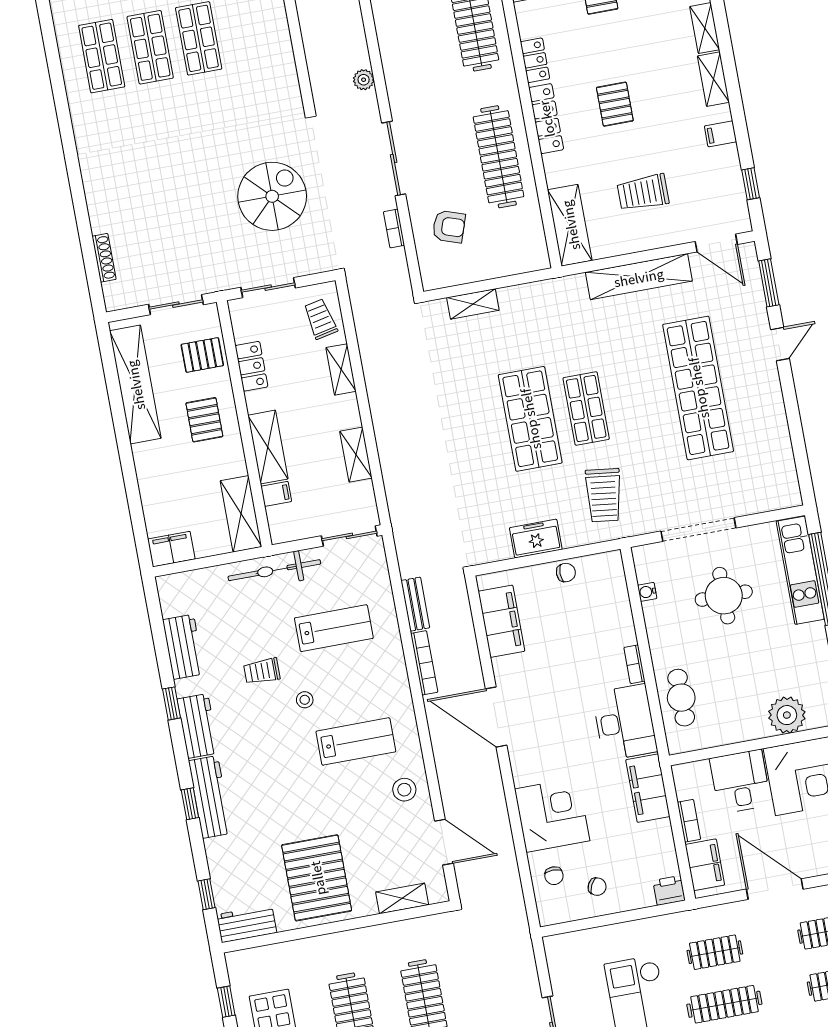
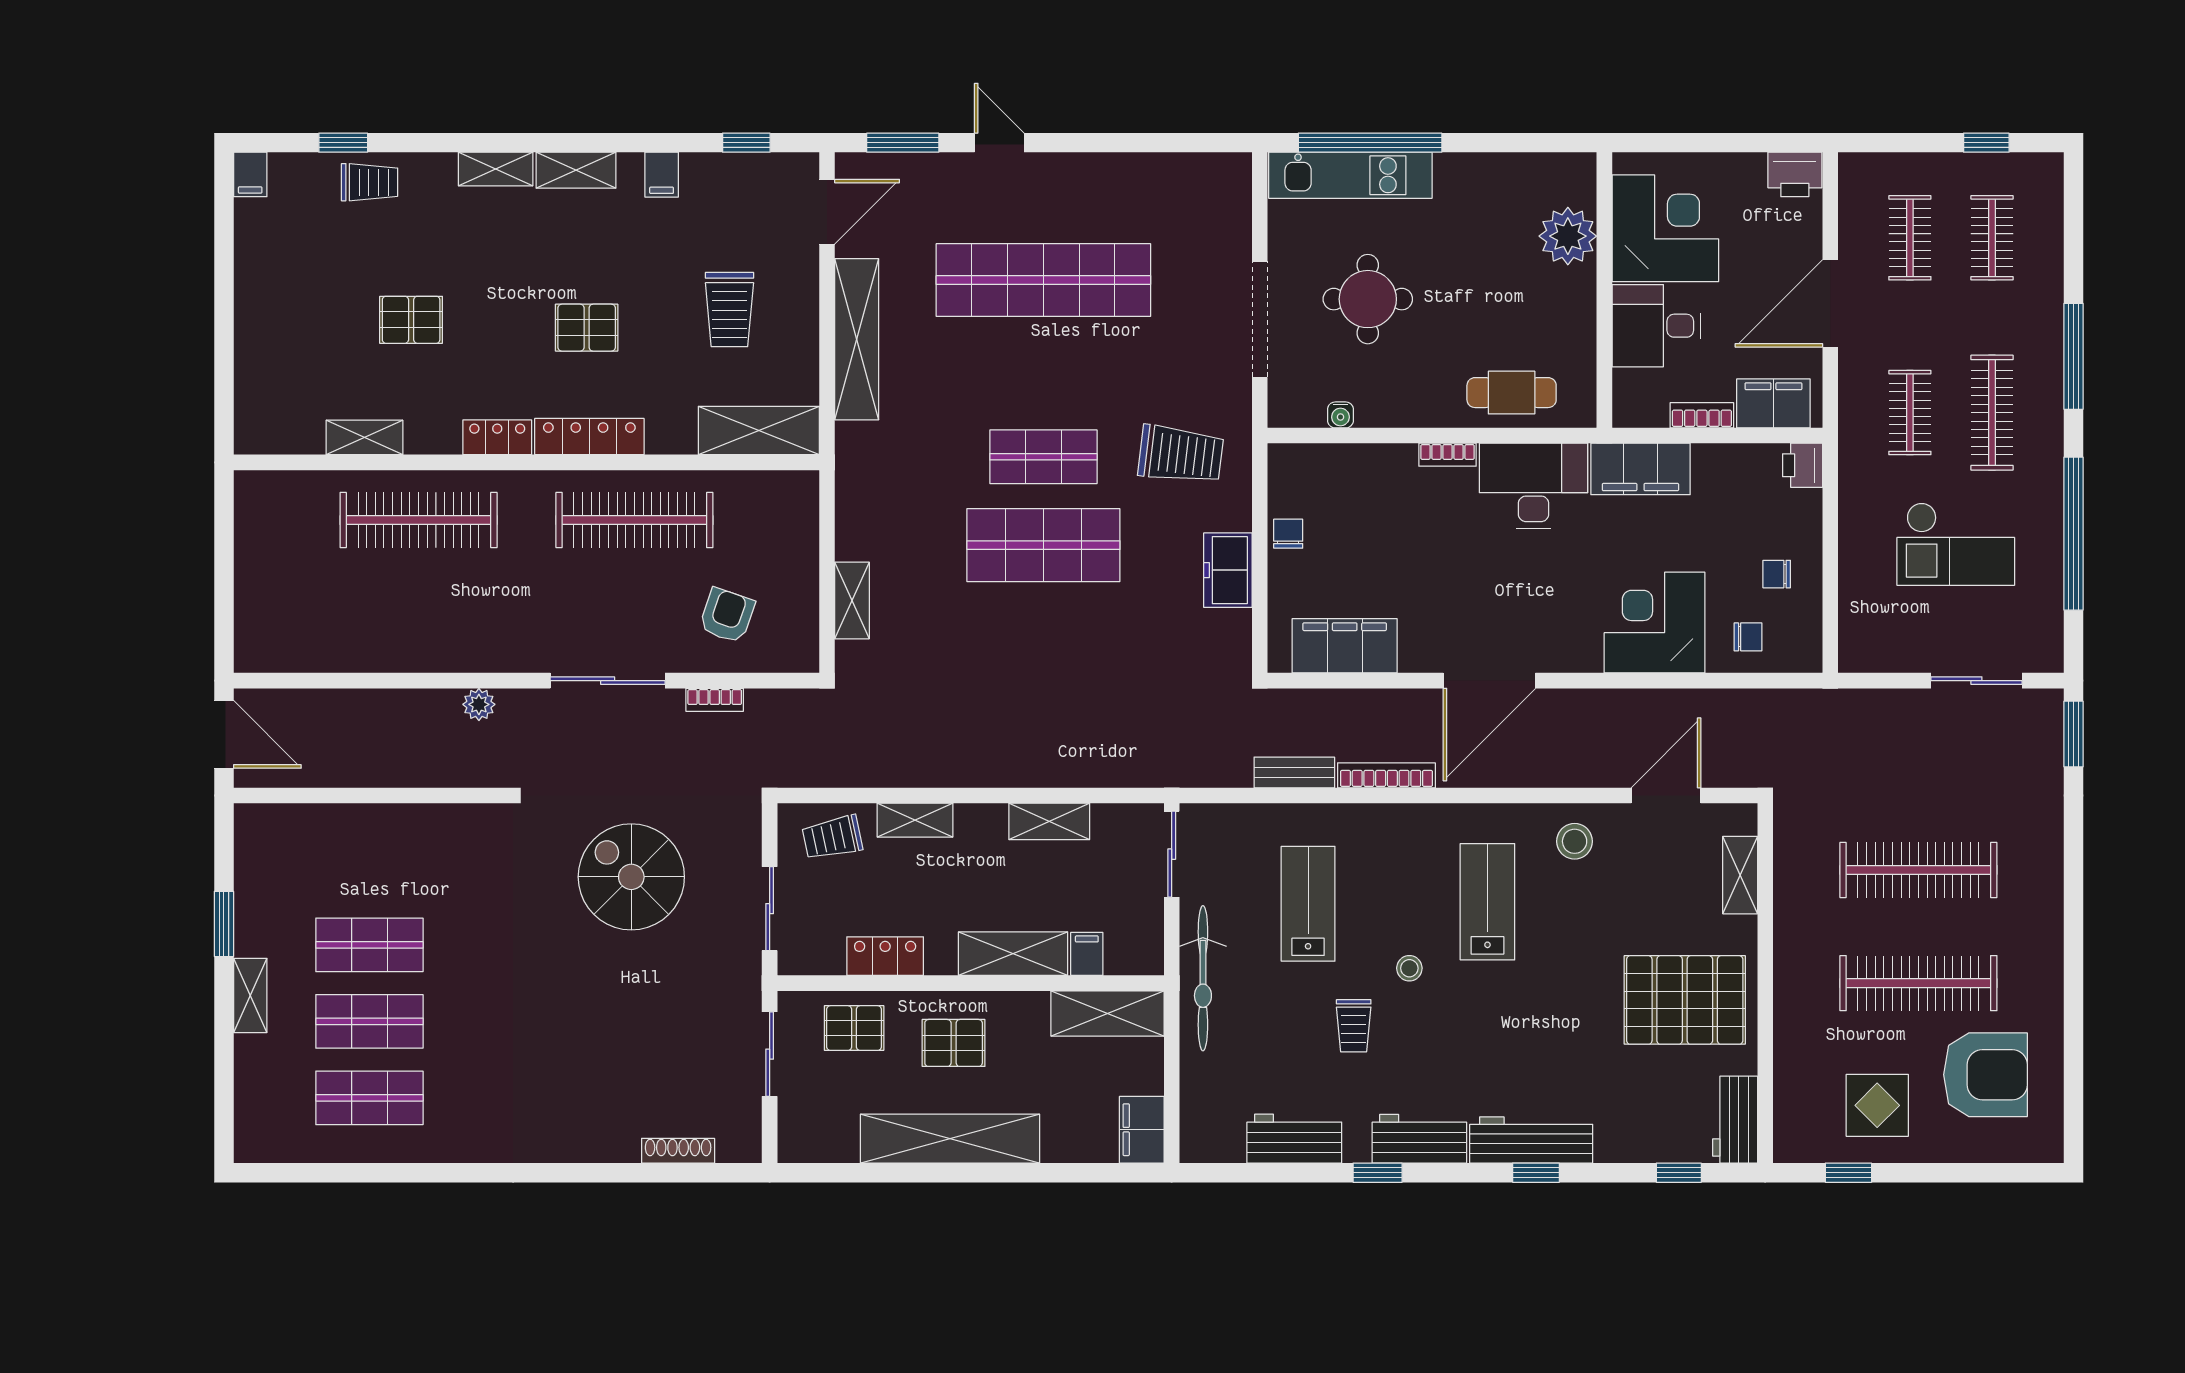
pallet: (202, 355) -> (854, 1028), turned 90
shelving: (135, 385) -> (950, 1139), moved
chair: (597, 887) -> (1777, 574), turned -116

